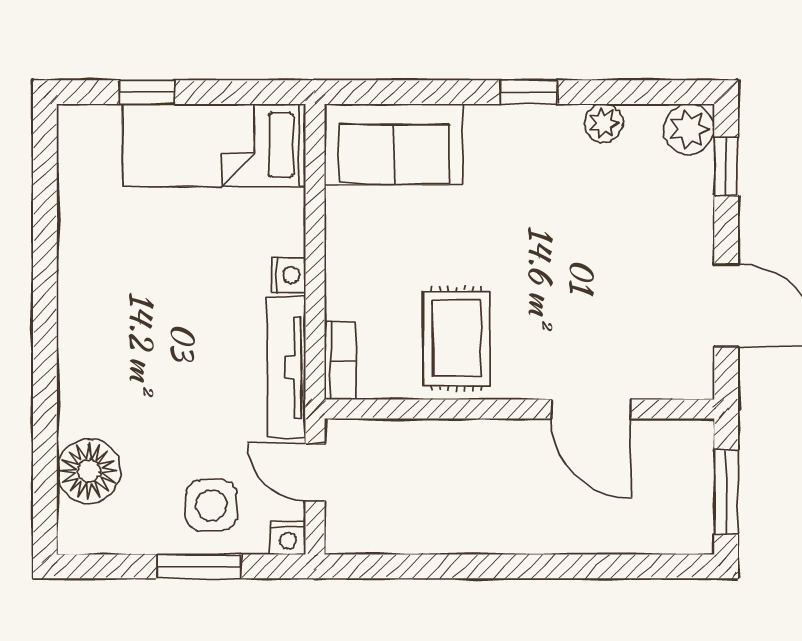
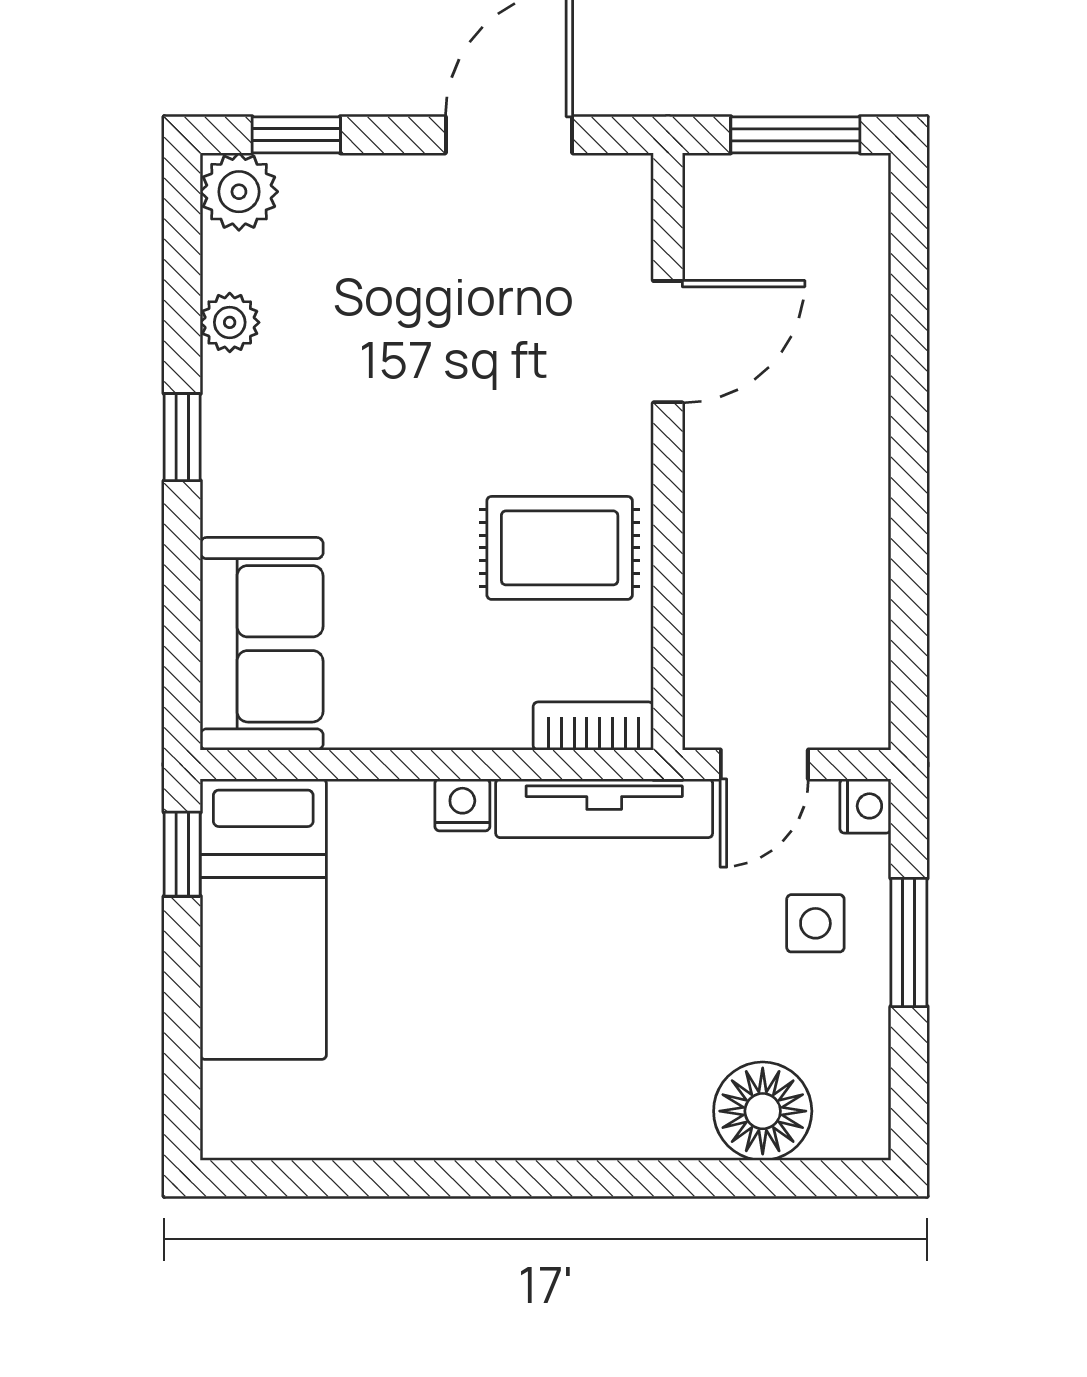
window: (147, 92) -> (182, 854), moved
side table: (211, 505) -> (815, 923), width x0.73, depth x0.73

